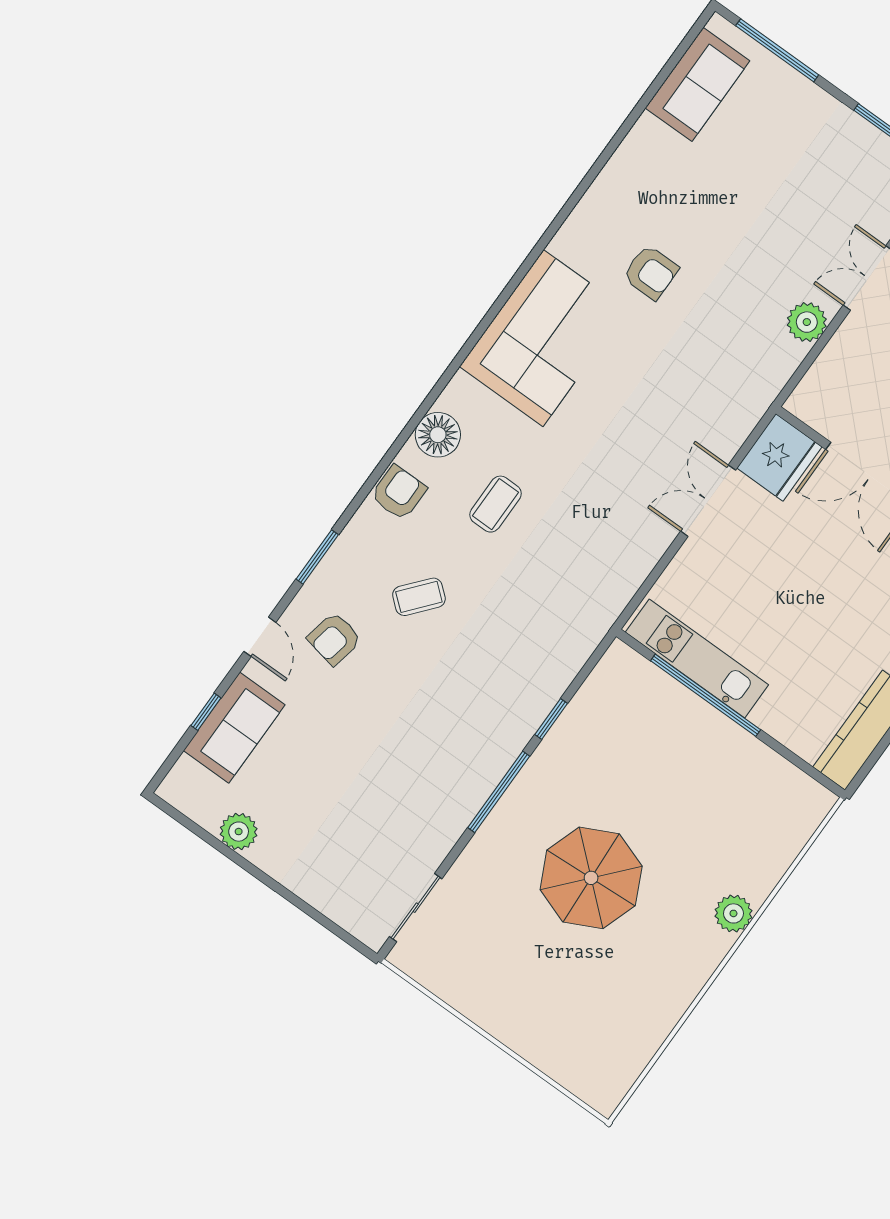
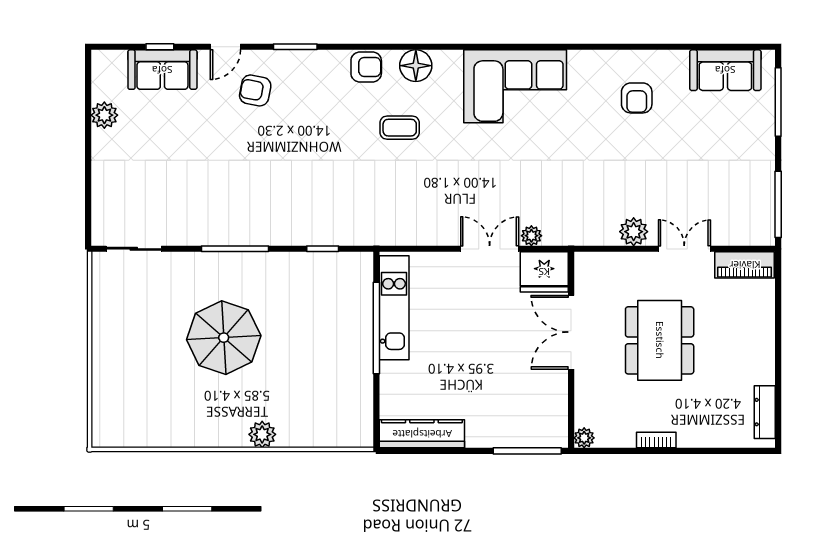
armchair: (651, 272) -> (637, 98), moved
plant: (727, 442) -> (531, 236), added
coffee table: (419, 597) -> (314, 122), removed
window: (551, 719) -> (323, 249), moved

